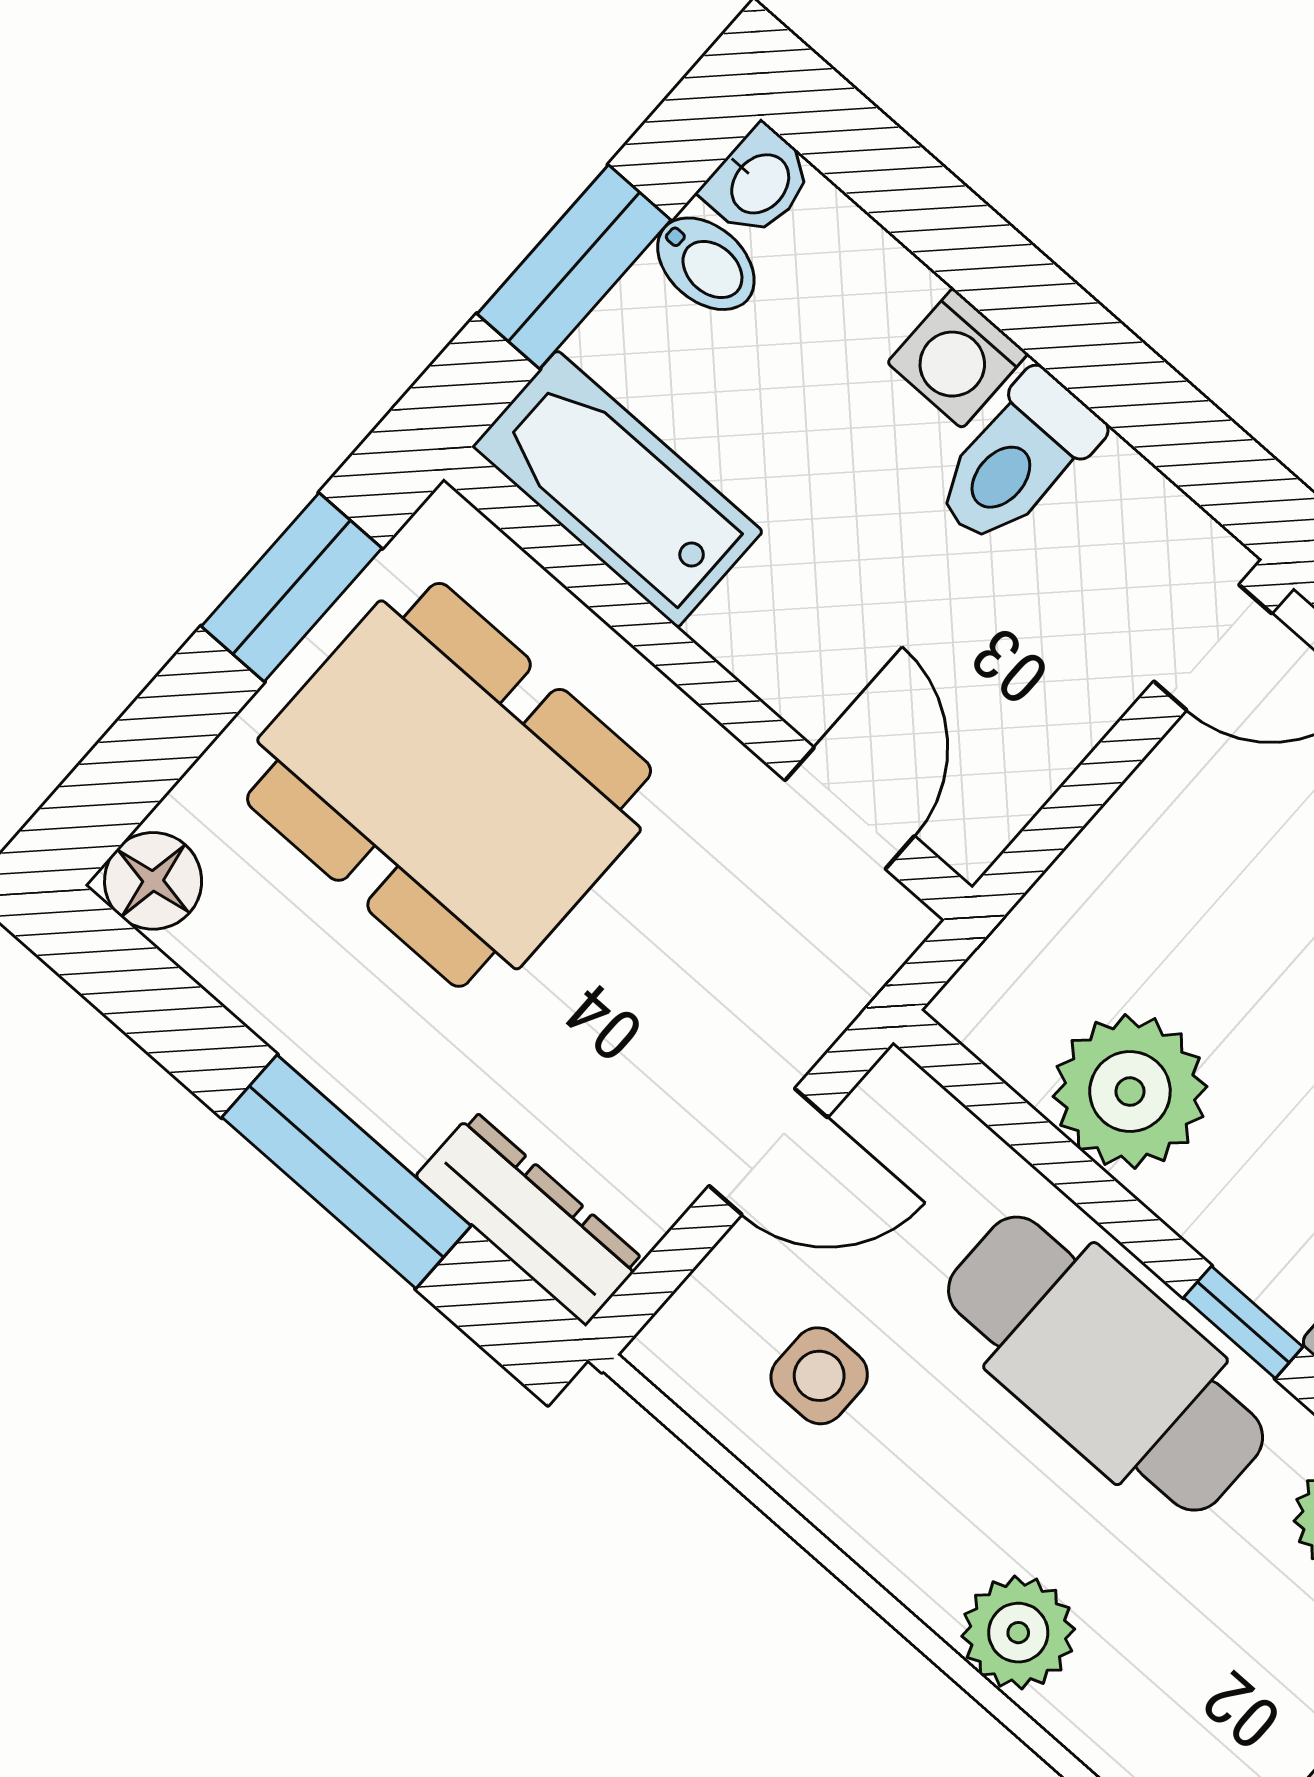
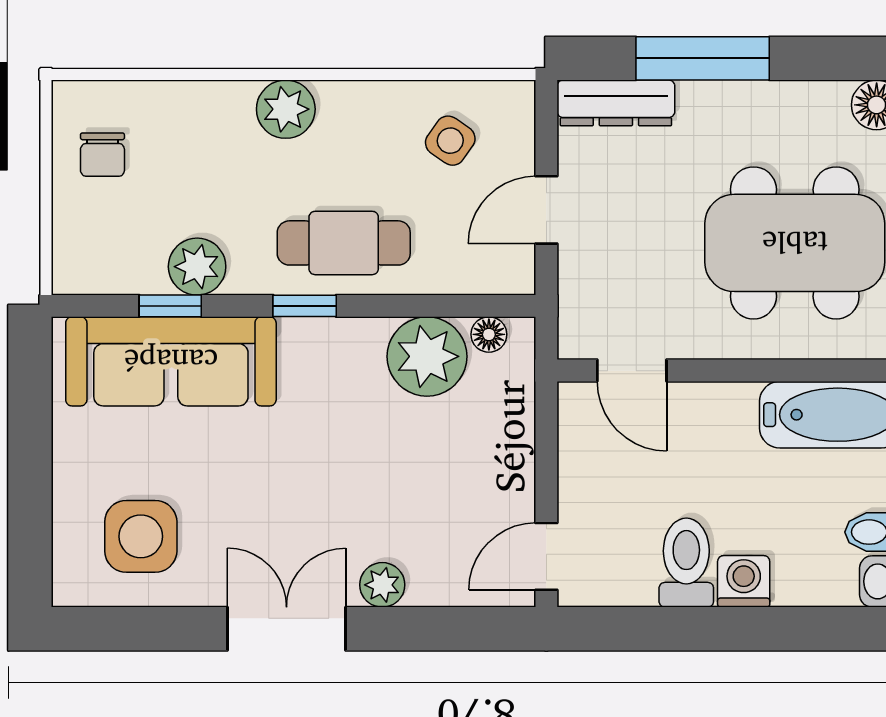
floor lamp: (1012, 1044) -> (489, 334), added
cafe table: (1106, 1364) -> (344, 243), width x0.73, depth x0.74
side table: (819, 1376) -> (450, 141), turned 35

